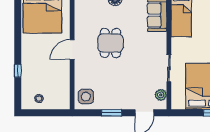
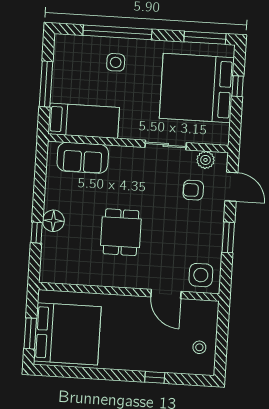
dining table: (110, 43) -> (121, 232), turned 90
door: (72, 50) -> (166, 294), moved
armchair: (141, 88) -> (193, 190), added

